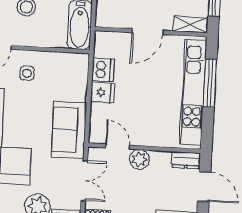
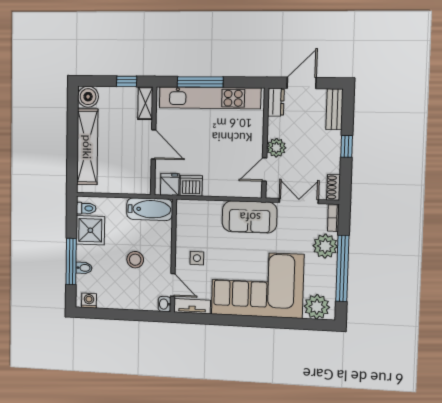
fridge: (102, 92) -> (170, 184), moved

